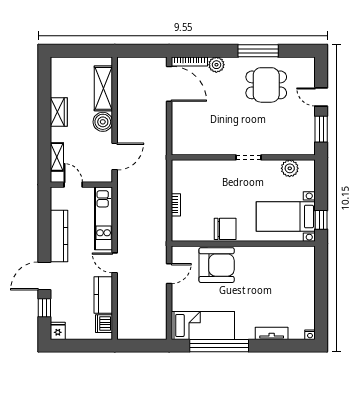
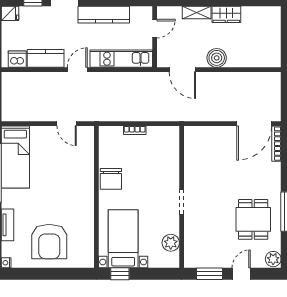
plant: (216, 65) -> (273, 259), moved
shelving: (103, 88) -> (250, 59), removed
shelving: (57, 157) -> (197, 13), moved
armchair: (217, 265) -> (49, 241), moved

